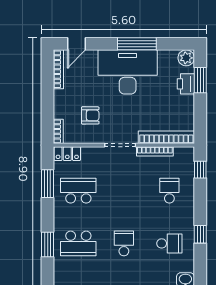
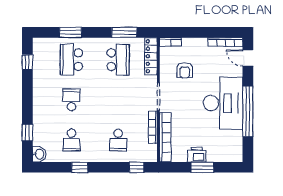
window: (137, 44) -> (248, 111), width x1.46
plant: (186, 58) -> (236, 155), removed
window: (200, 80) -> (202, 167), moved
printer: (186, 84) -> (197, 155), moved
locker: (67, 154) -> (151, 56), width x1.53
school desk: (169, 191) -> (118, 140), turned 90
school desk: (124, 243) -> (72, 100), turned -90

